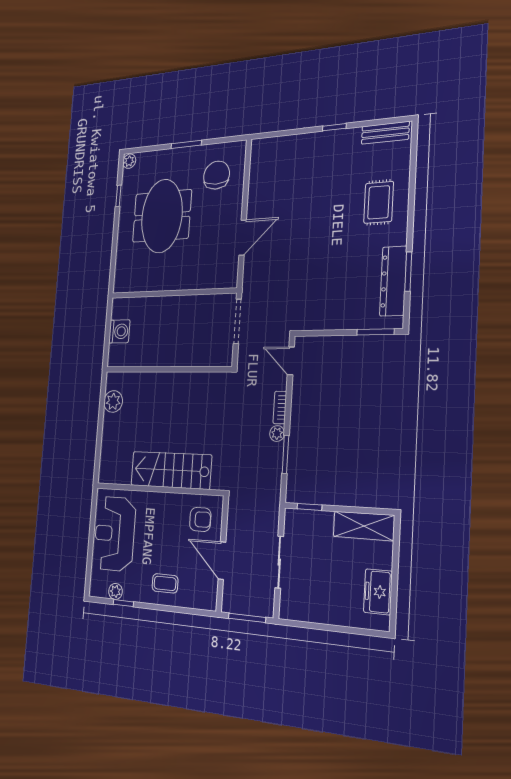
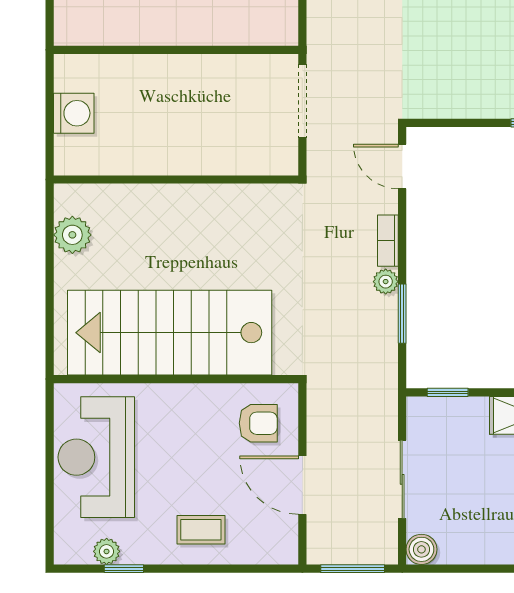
stairs: (171, 470) -> (170, 333), width x1.36, depth x1.51
boiler: (288, 610) -> (421, 549), added

